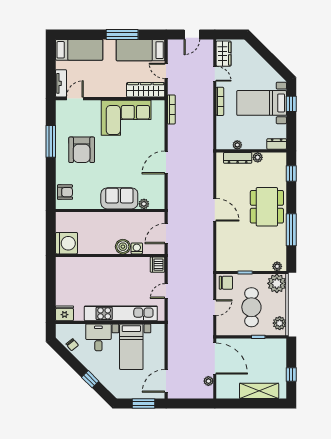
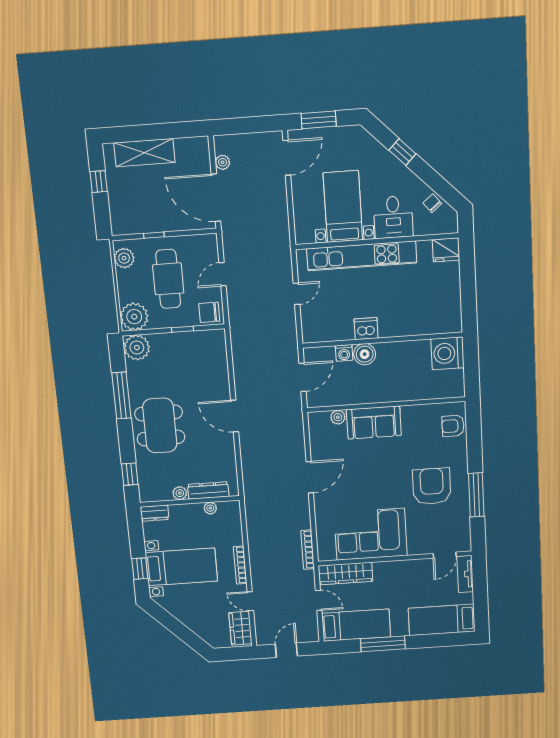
dishwasher: (157, 265) -> (366, 329), moved, turned -90
plant: (277, 266) -> (137, 347), width x1.88, depth x1.88

